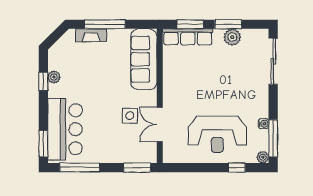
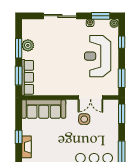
window: (105, 24) -> (19, 137), width x0.46
sliding door: (273, 61) -> (60, 16), moved
reception desk: (217, 134) -> (98, 56), turned 180
window: (273, 138) -> (101, 16), width x0.69
window: (187, 168) -> (122, 78), added

